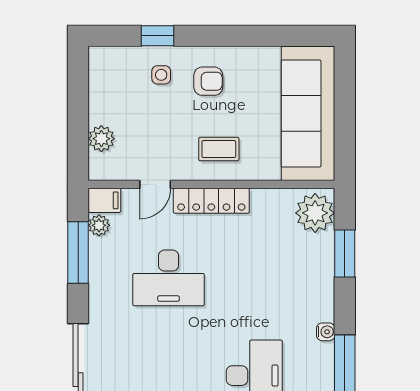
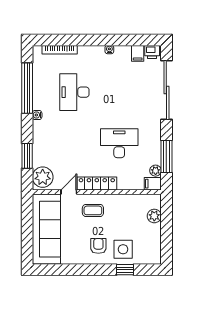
side table: (161, 75) -> (123, 249), width x1.87, depth x1.87
armchair: (208, 81) -> (98, 246), turned 90
door: (155, 184) -> (69, 192), moved

